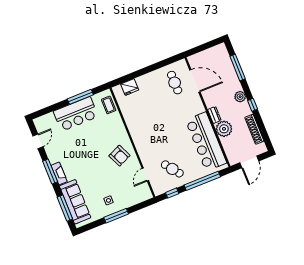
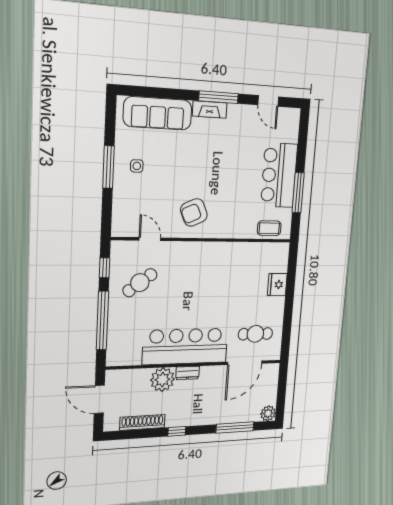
fridge: (130, 87) -> (277, 285), moved
plant: (240, 97) -> (268, 413), moved
bar counter: (206, 142) -> (185, 346), moved
window: (65, 208) -> (155, 93), removed

